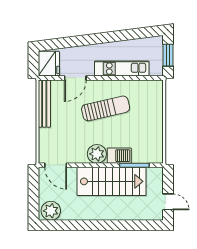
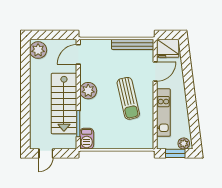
plant: (157, 46) -> (184, 143), added
door: (75, 78) -> (155, 72), swing flipped
barbecue: (119, 156) -> (87, 139), moved

